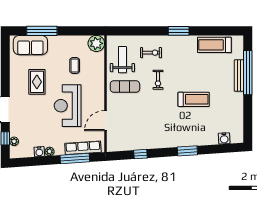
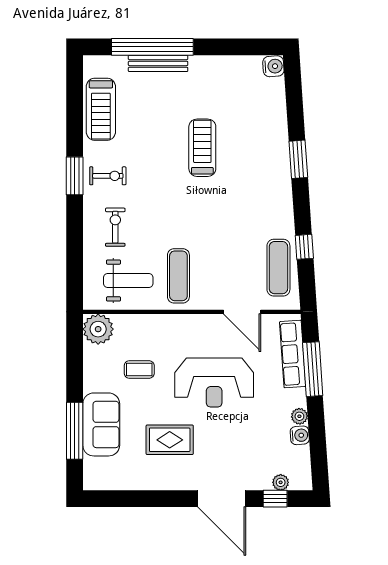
sofa: (30, 45) -> (101, 424), moved
weight bench: (122, 60) -> (128, 280), turned 180
exercise bike: (158, 80) -> (108, 176), moved
water cooler: (224, 138) -> (273, 66), moved
exercise mat: (129, 140) -> (278, 268), added

